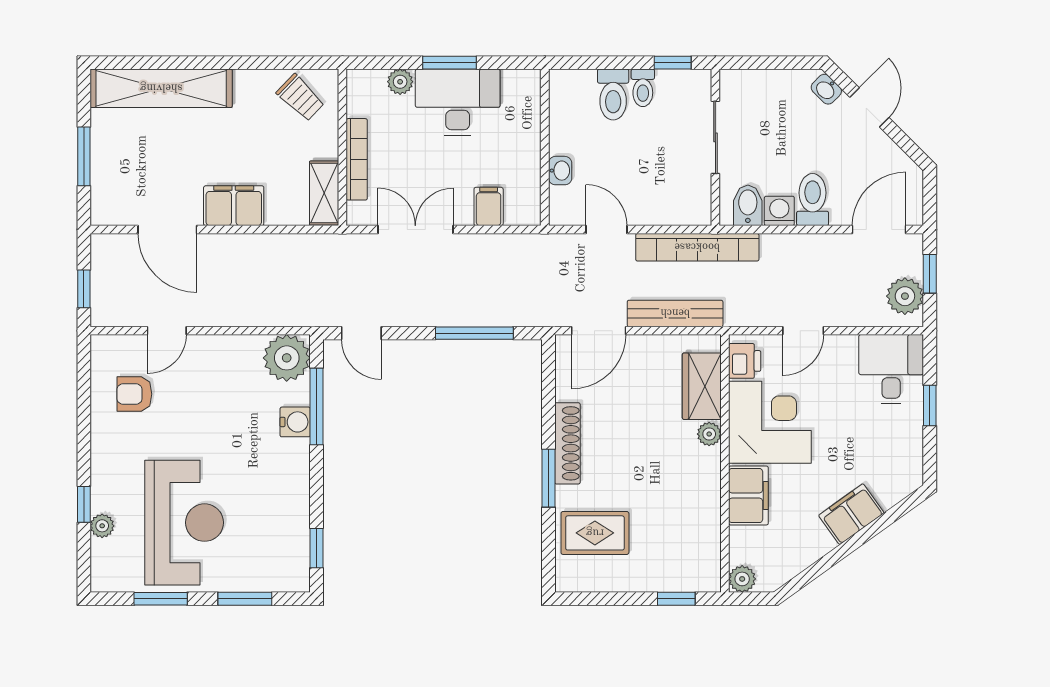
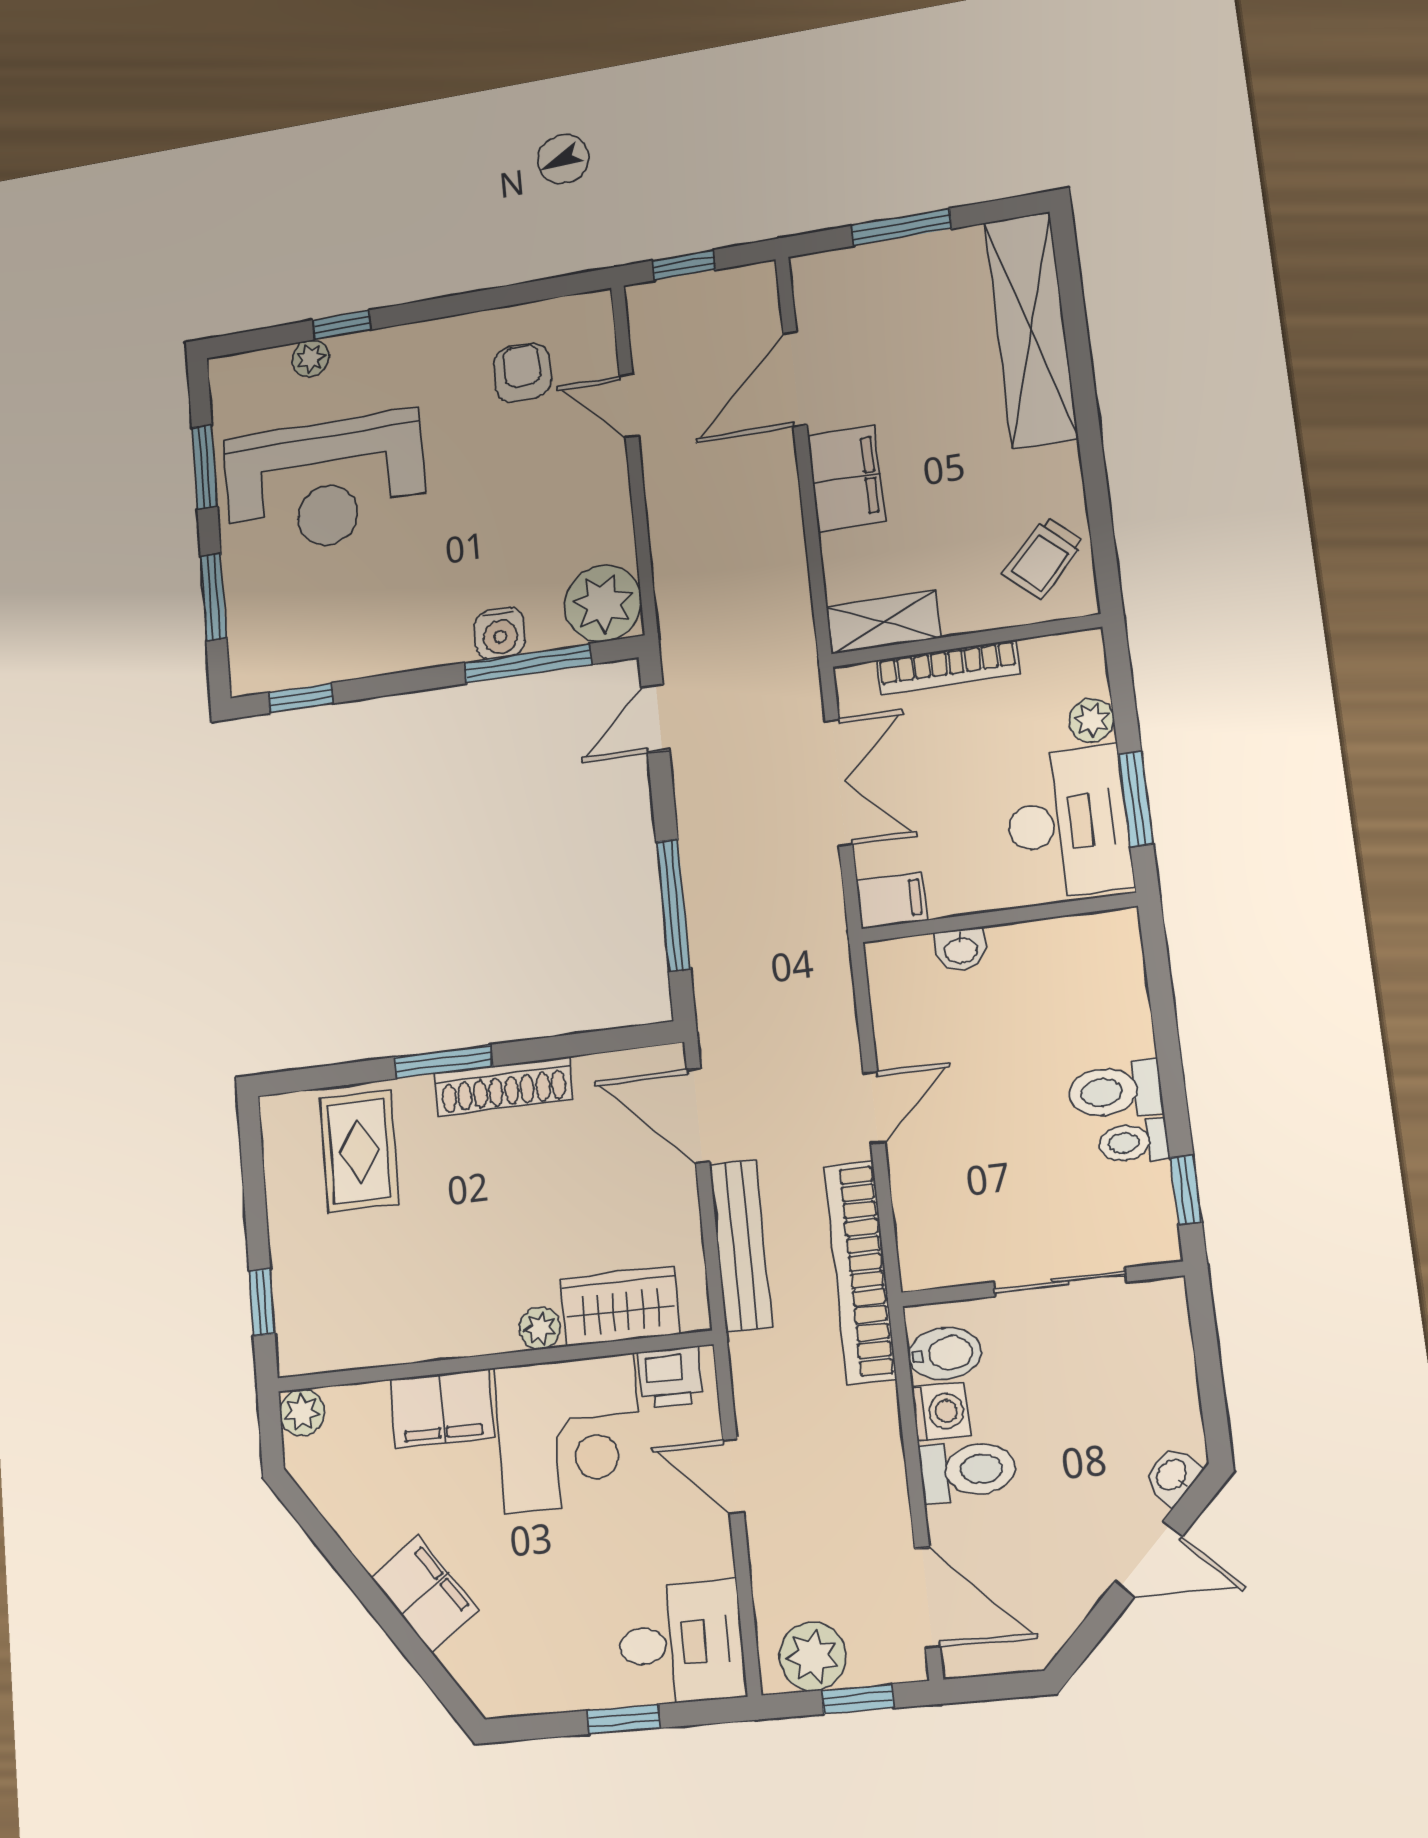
wall: (545, 147) -> (998, 918), moved
washbasin: (560, 171) -> (961, 949), moved

